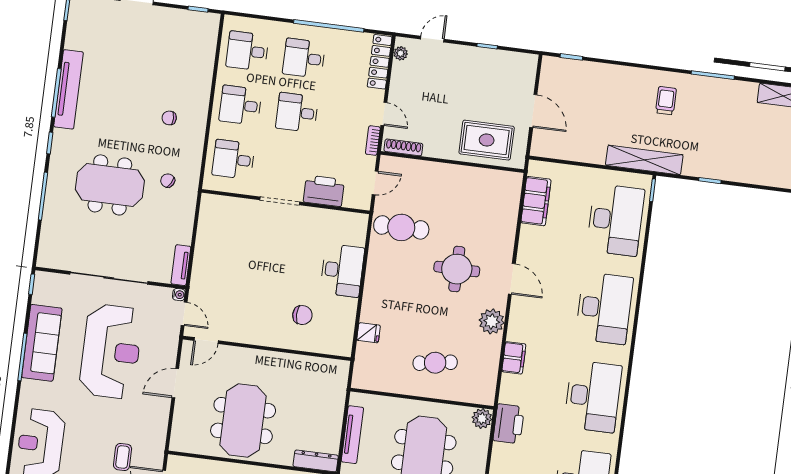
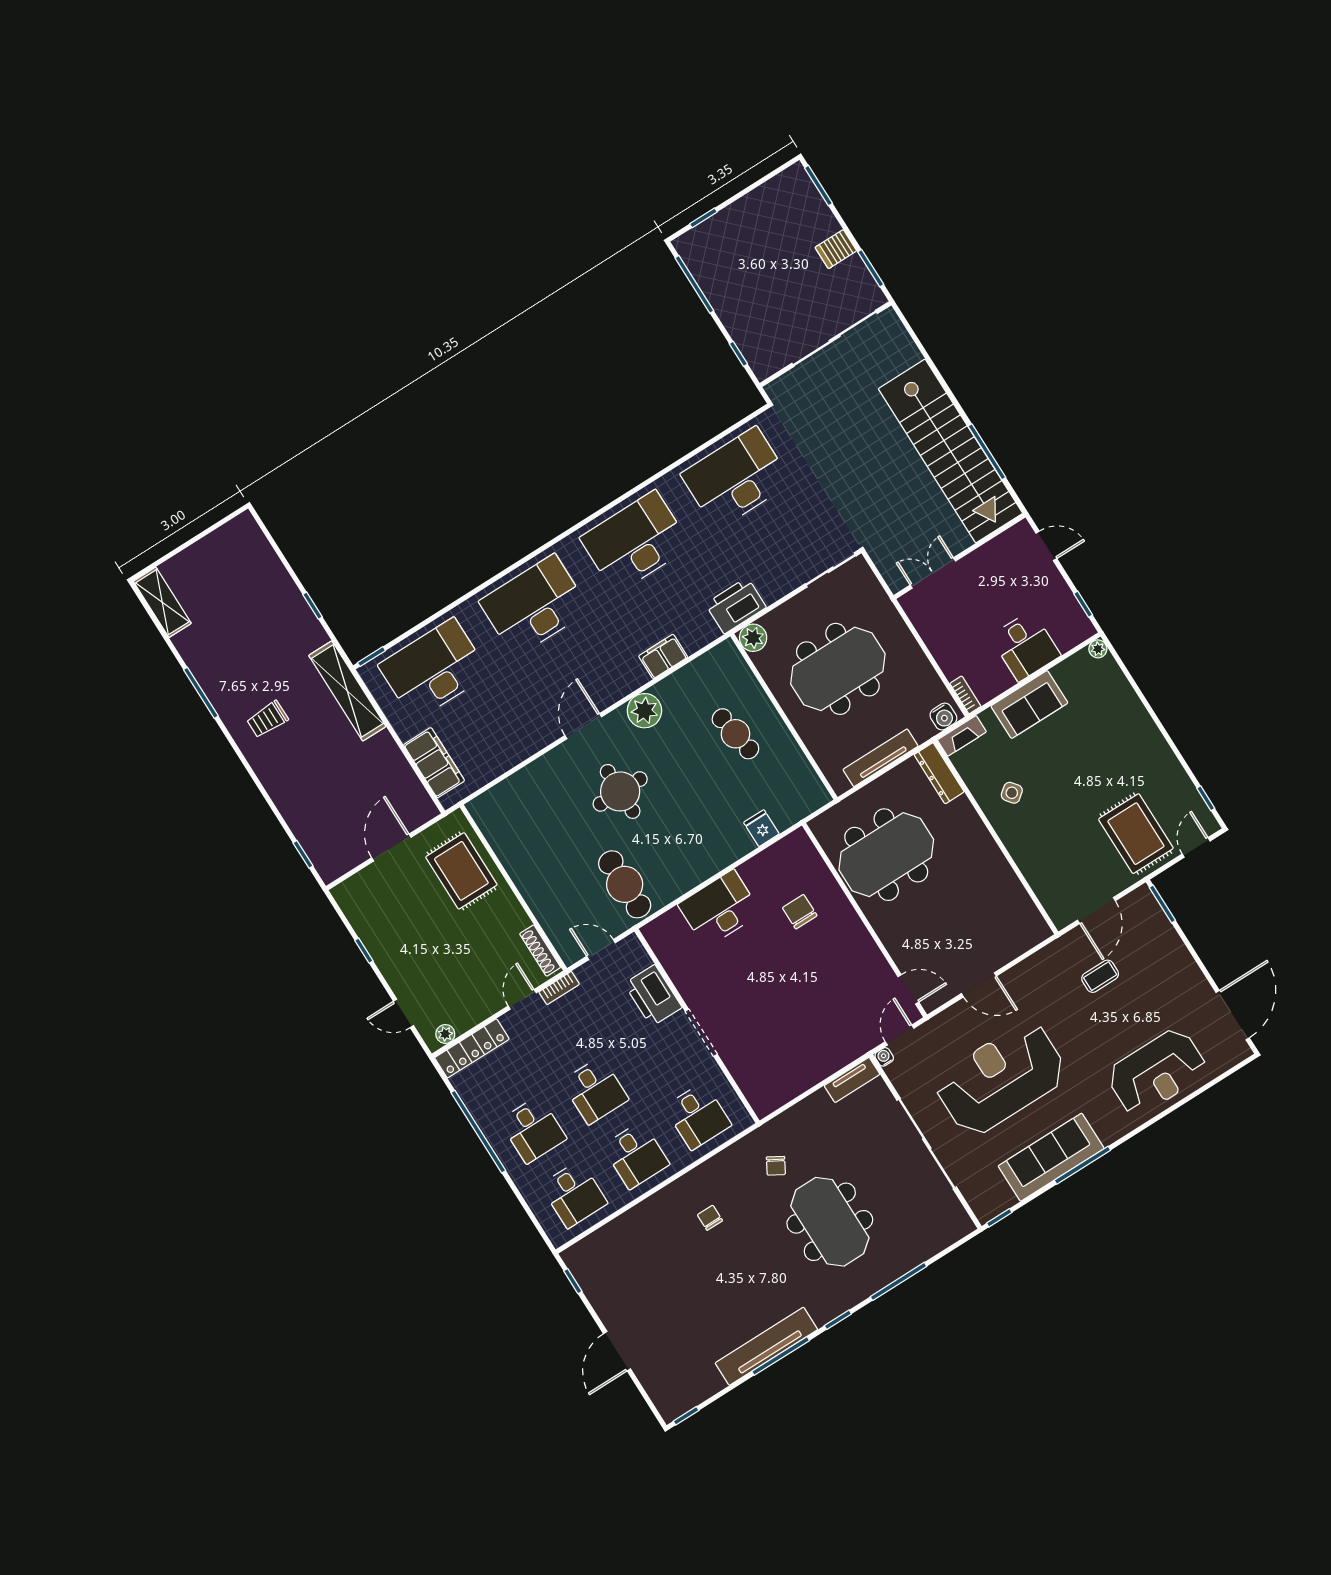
chair: (169, 118) -> (710, 1218), turned 180
filing cabinet: (536, 201) -> (434, 763), moved, turned 90
meeting table: (243, 421) -> (886, 855), moved

